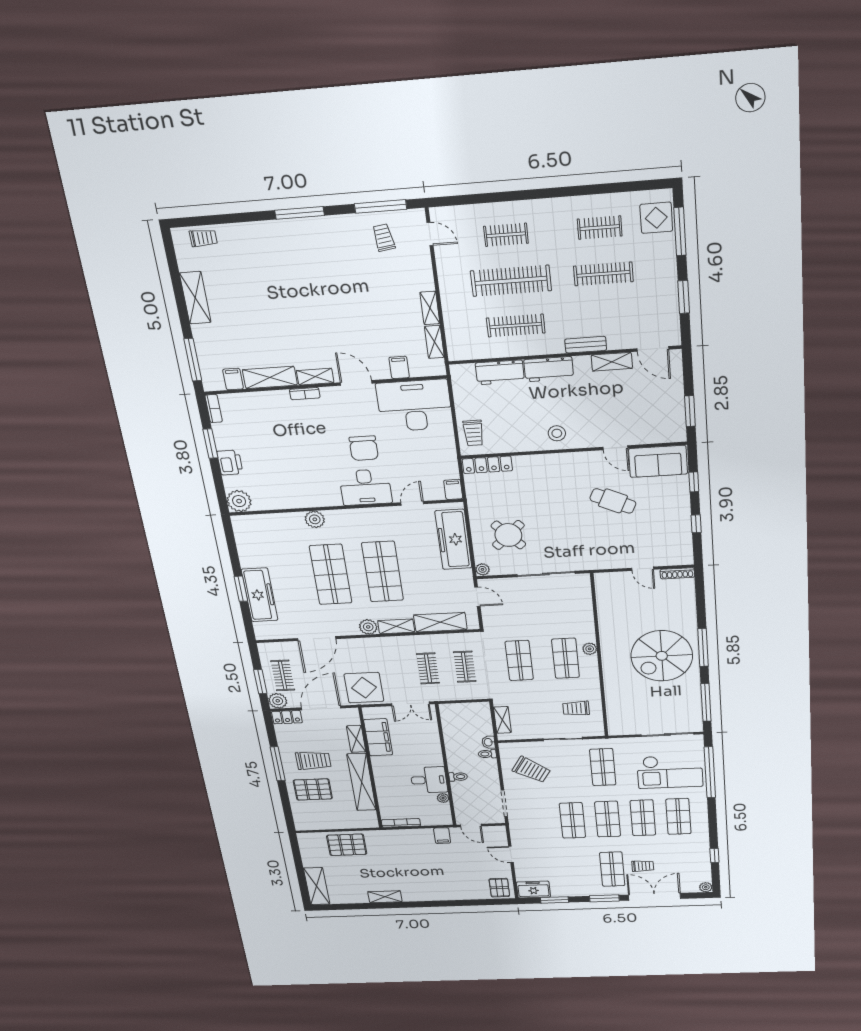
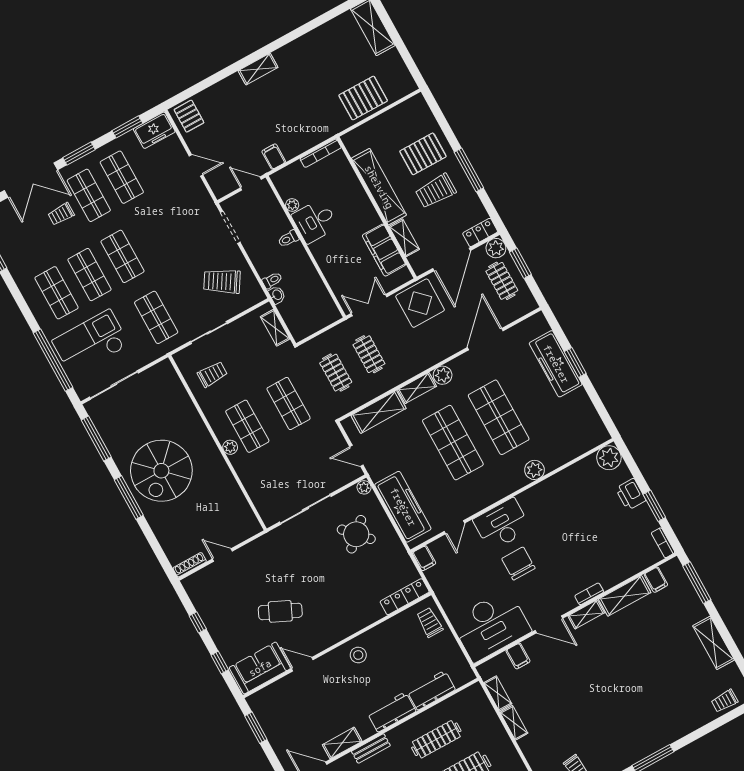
spiral stairs: (662, 656) -> (161, 471), turned 180
shop shelf: (572, 820) -> (122, 177), moved
shelving: (385, 897) -> (258, 69), moved

